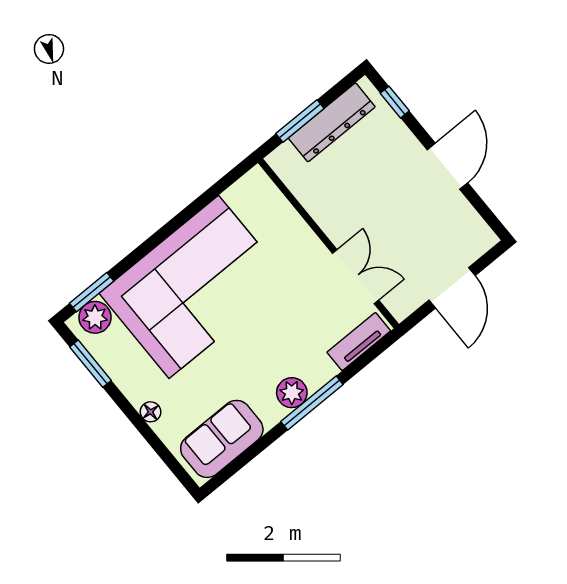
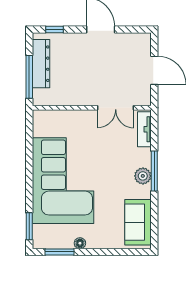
window: (300, 121) -> (29, 77), width x1.44
double door: (356, 277) -> (116, 108), swing flipped
plant: (95, 317) -> (41, 234), removed
floor lamp: (151, 412) -> (80, 243), moved

